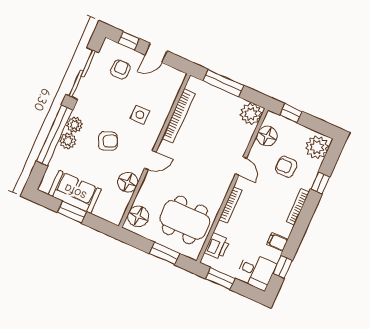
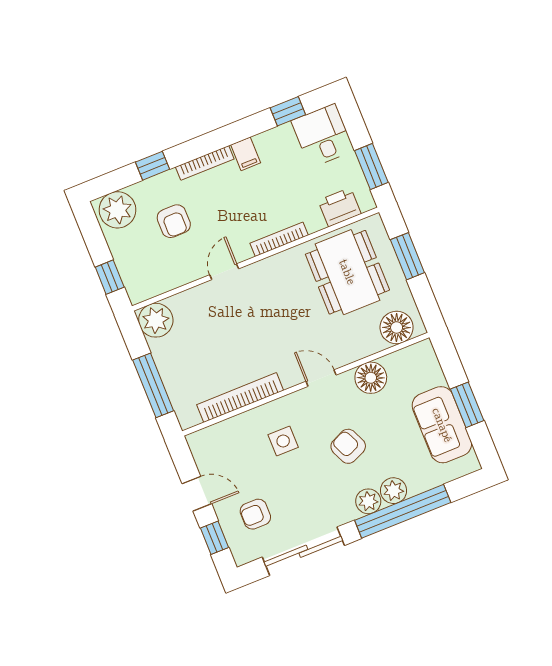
floor lamp: (267, 136) -> (162, 277), removed
filing cabinet: (277, 242) -> (246, 154), moved

